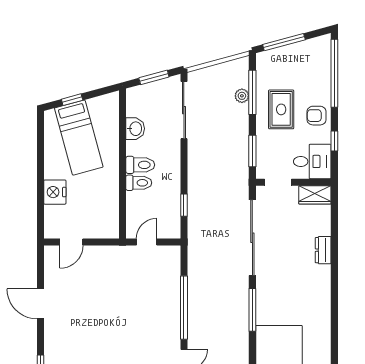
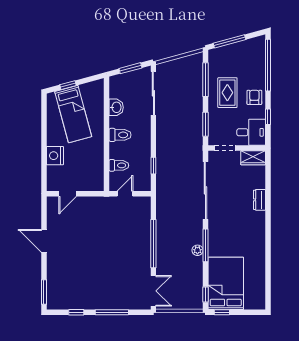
plant: (242, 96) -> (197, 250), moved
armchair: (317, 116) -> (254, 97), turned 90
toilet: (139, 183) -> (119, 165), moved

